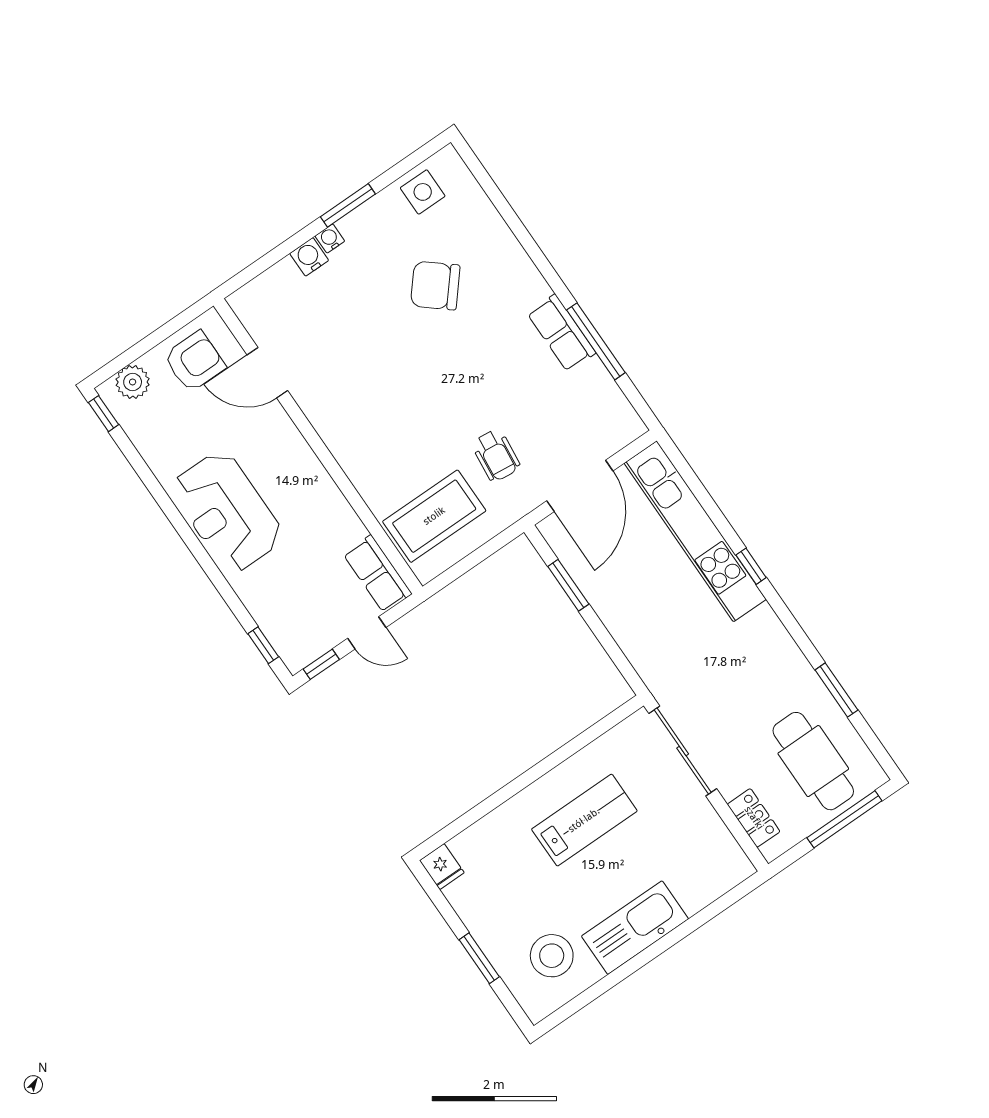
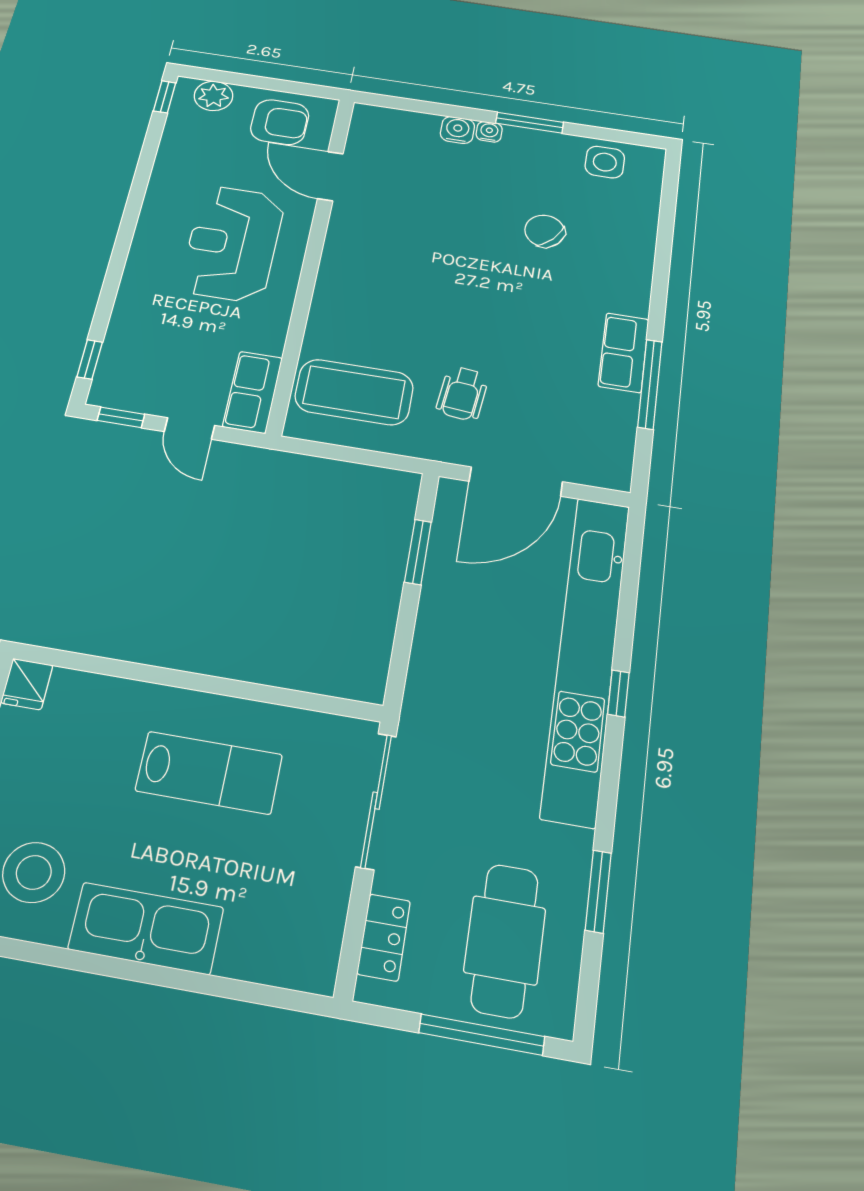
chair: (435, 286) -> (545, 231), width x0.73, depth x0.73
reception desk: (227, 512) -> (232, 243), moved
kitchen unit: (695, 531) -> (586, 656), width x1.36

